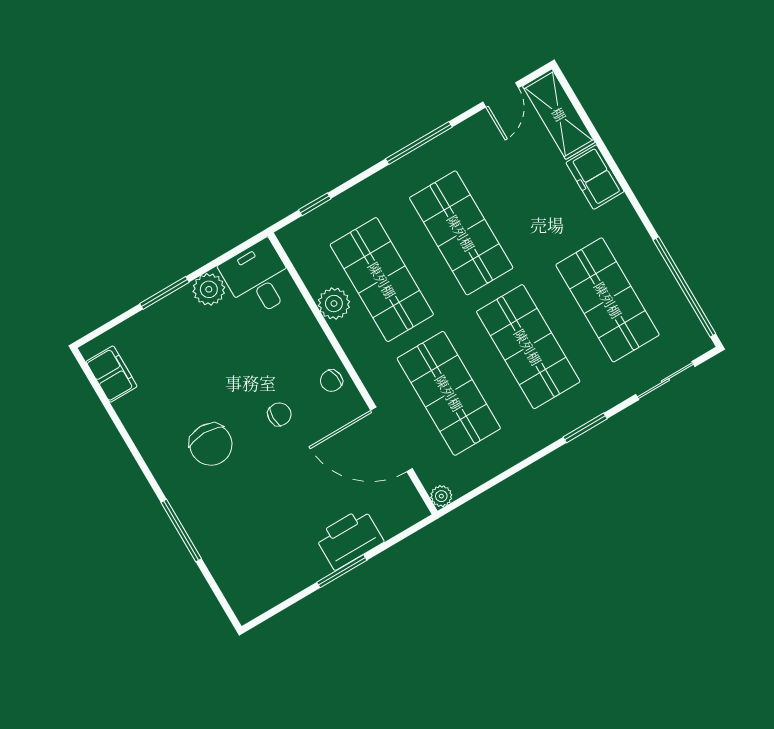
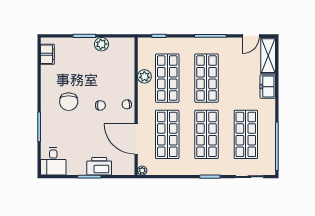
desk: (258, 279) -> (53, 161), moved, turned 180

